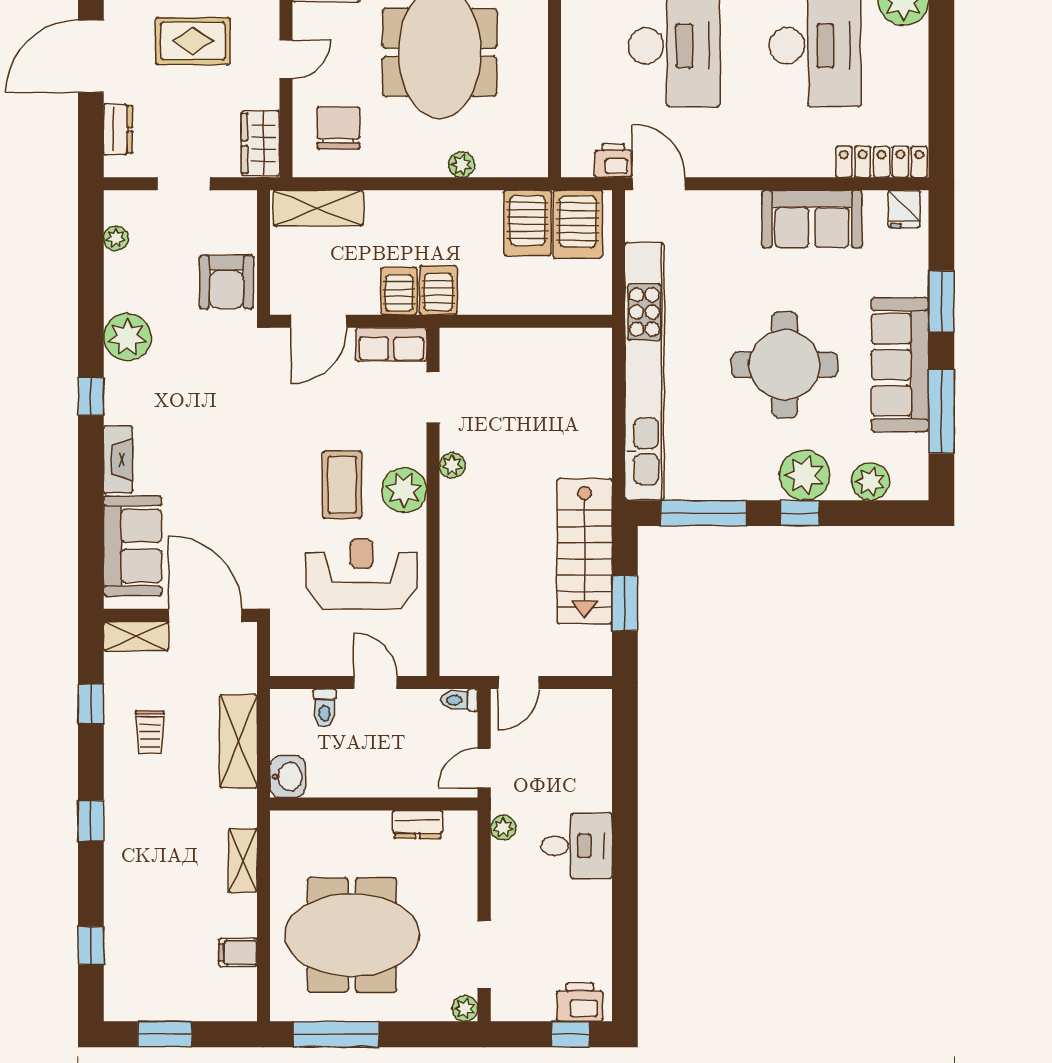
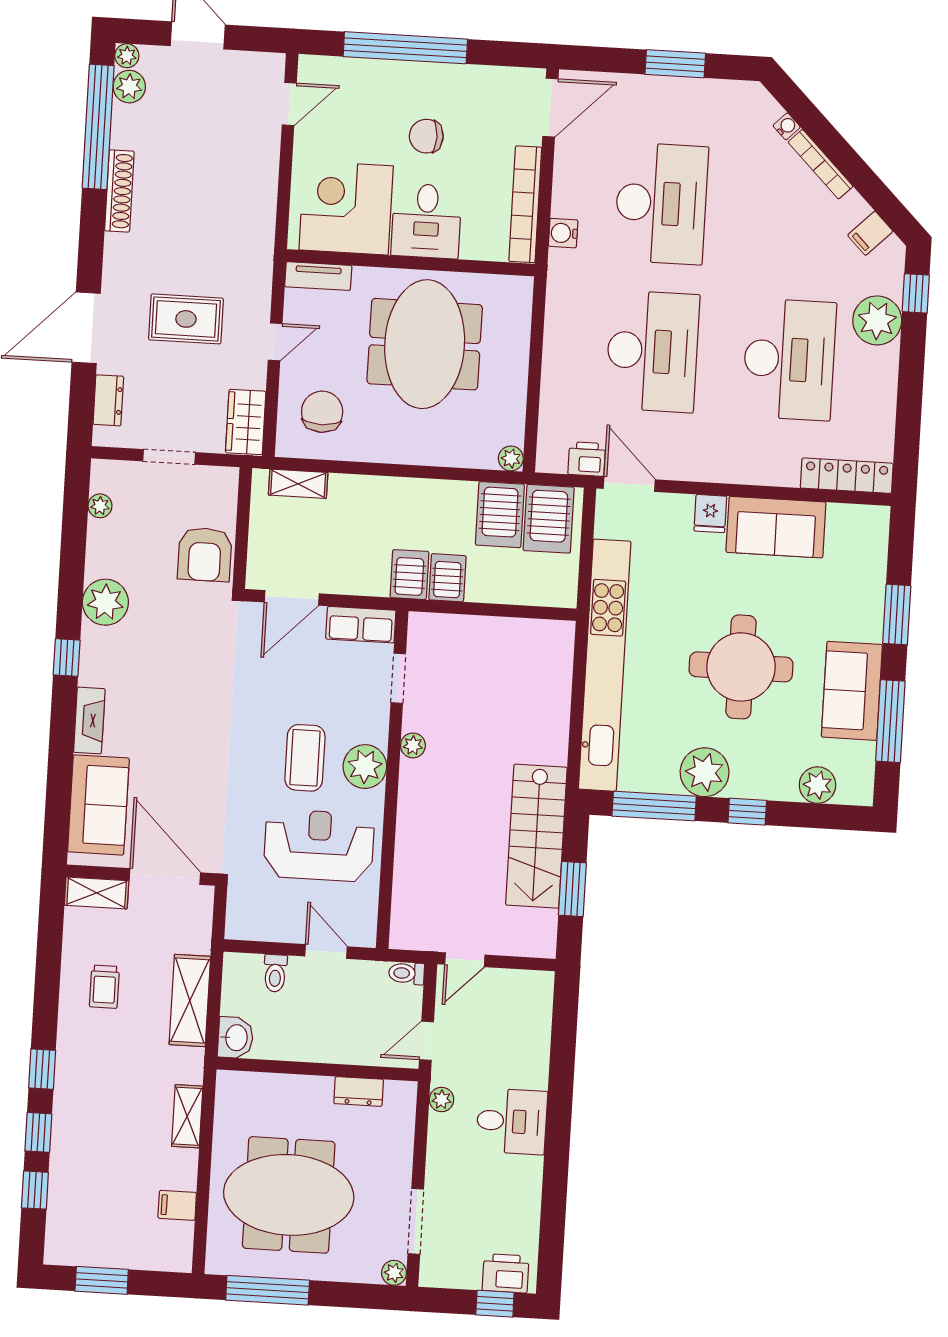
plant: (462, 165) -> (511, 458), moved
shelving: (318, 208) -> (298, 484), width x0.67, depth x0.75
fridge: (904, 209) -> (710, 514), moved
server rack: (399, 291) -> (447, 578), moved
sofa: (900, 365) -> (852, 691), width x0.73
plant: (805, 475) -> (705, 772), moved
window: (91, 704) -> (38, 1132), moved

